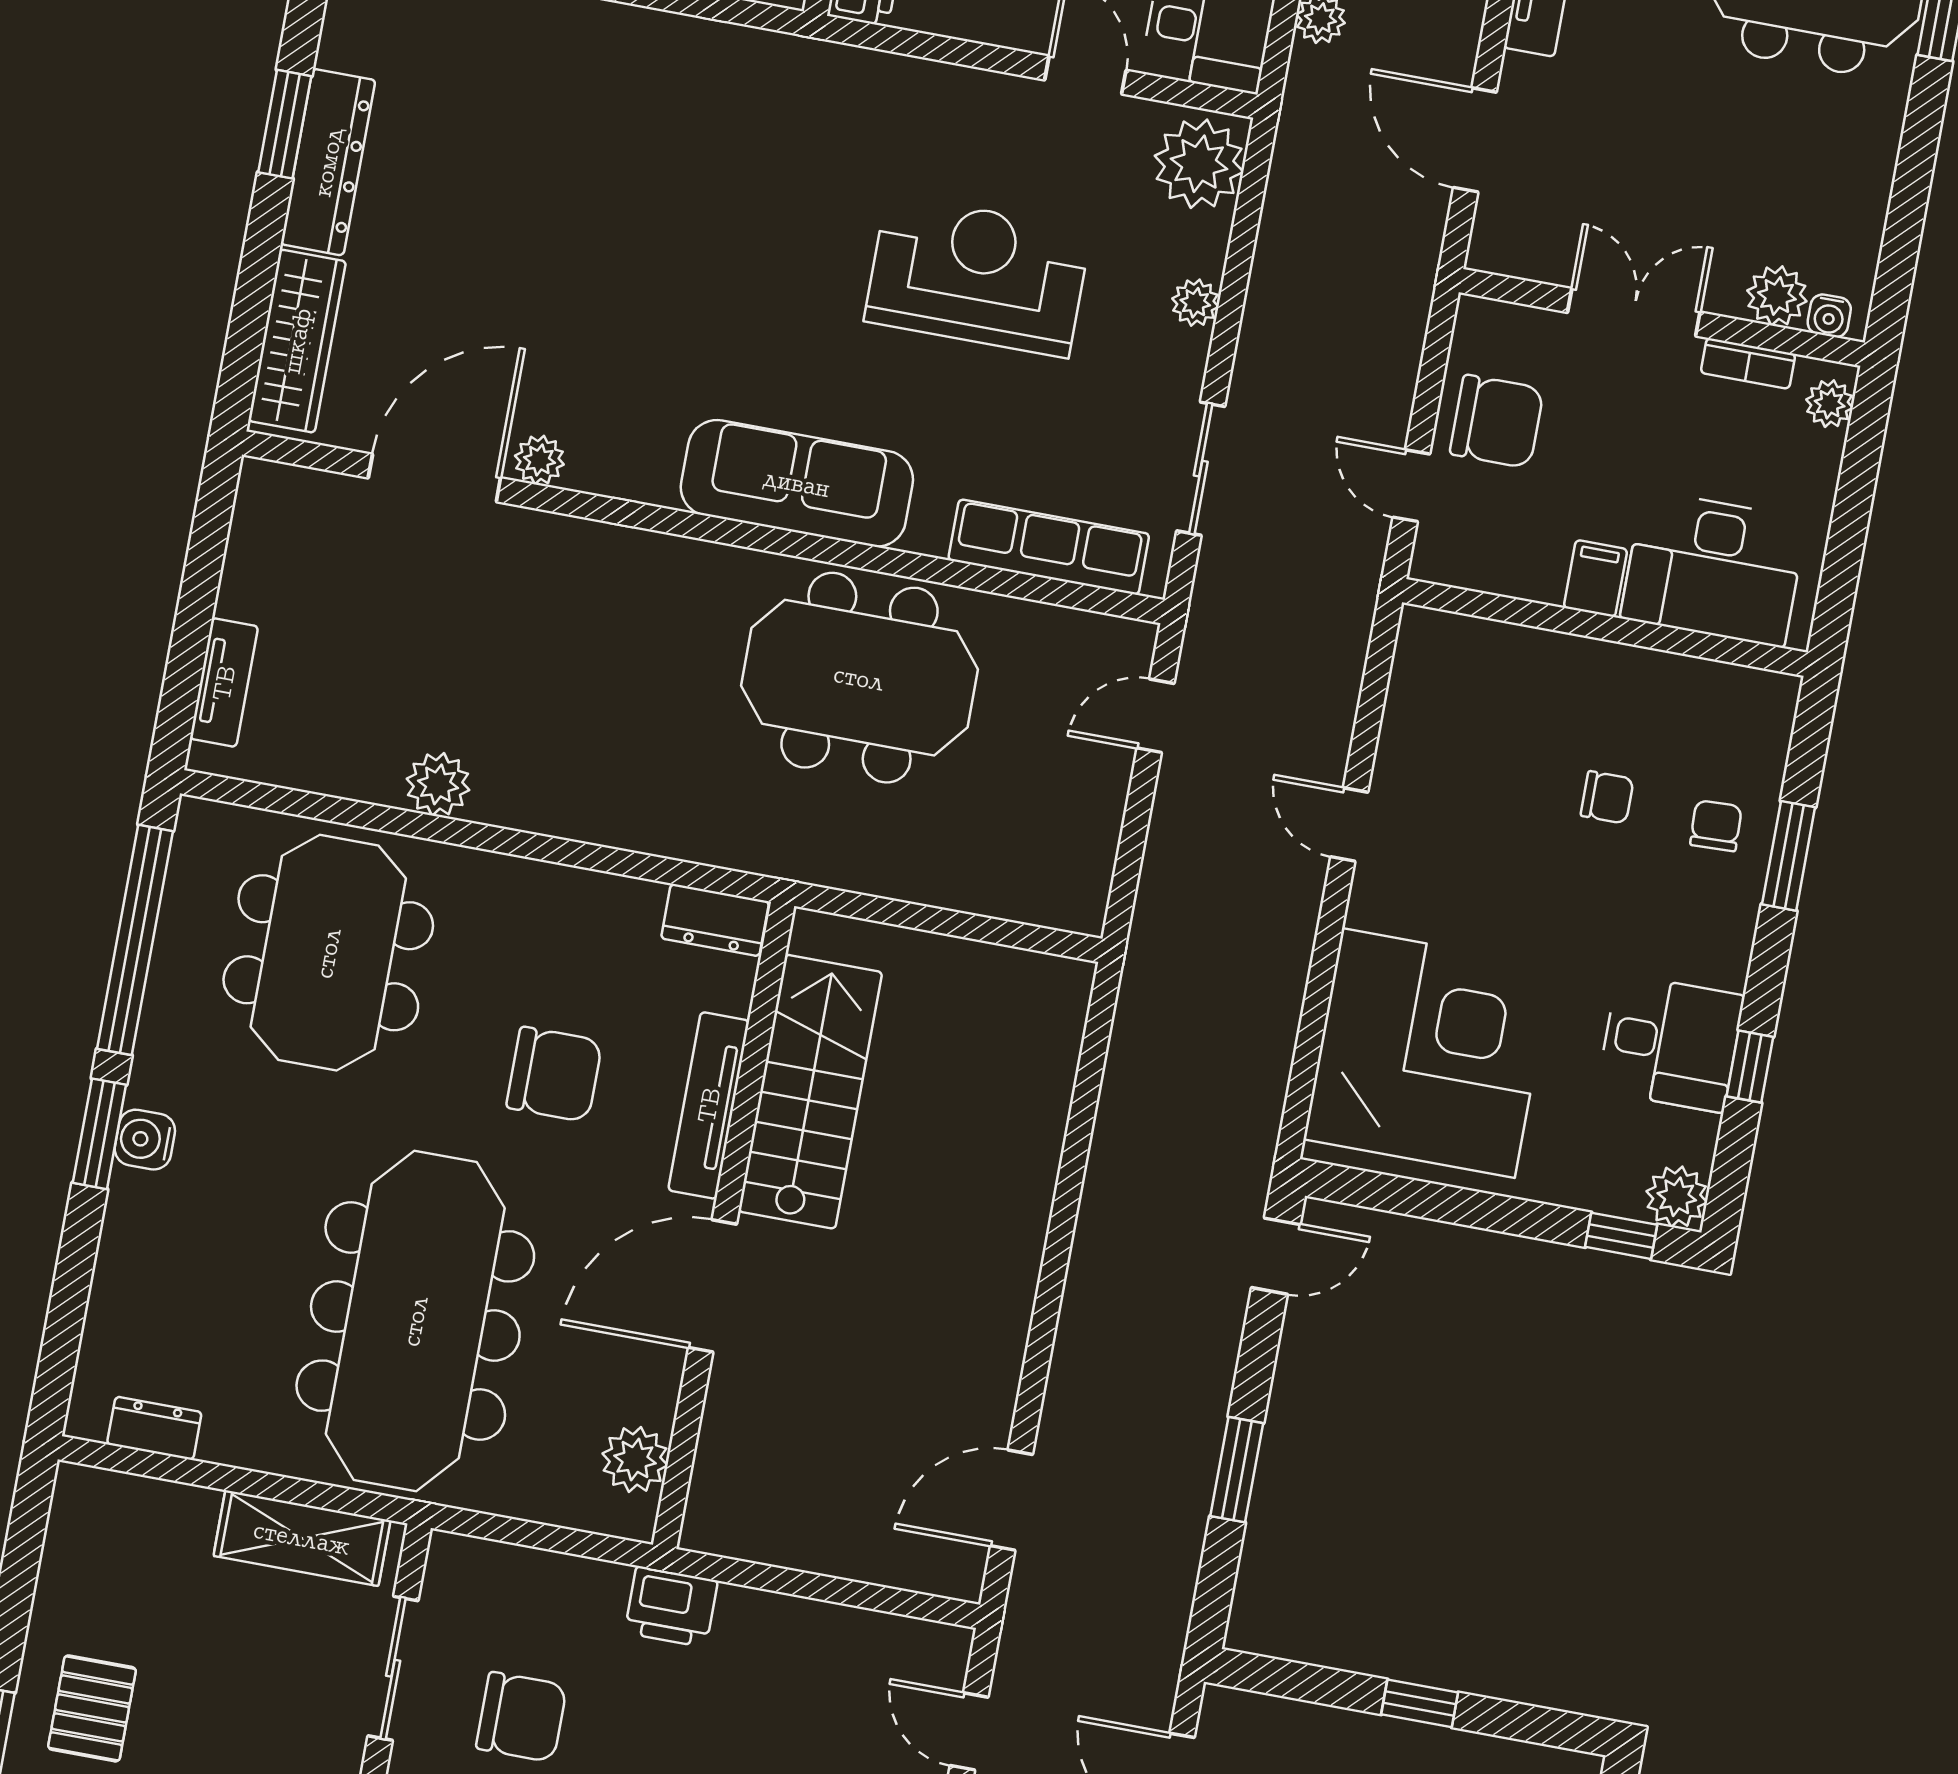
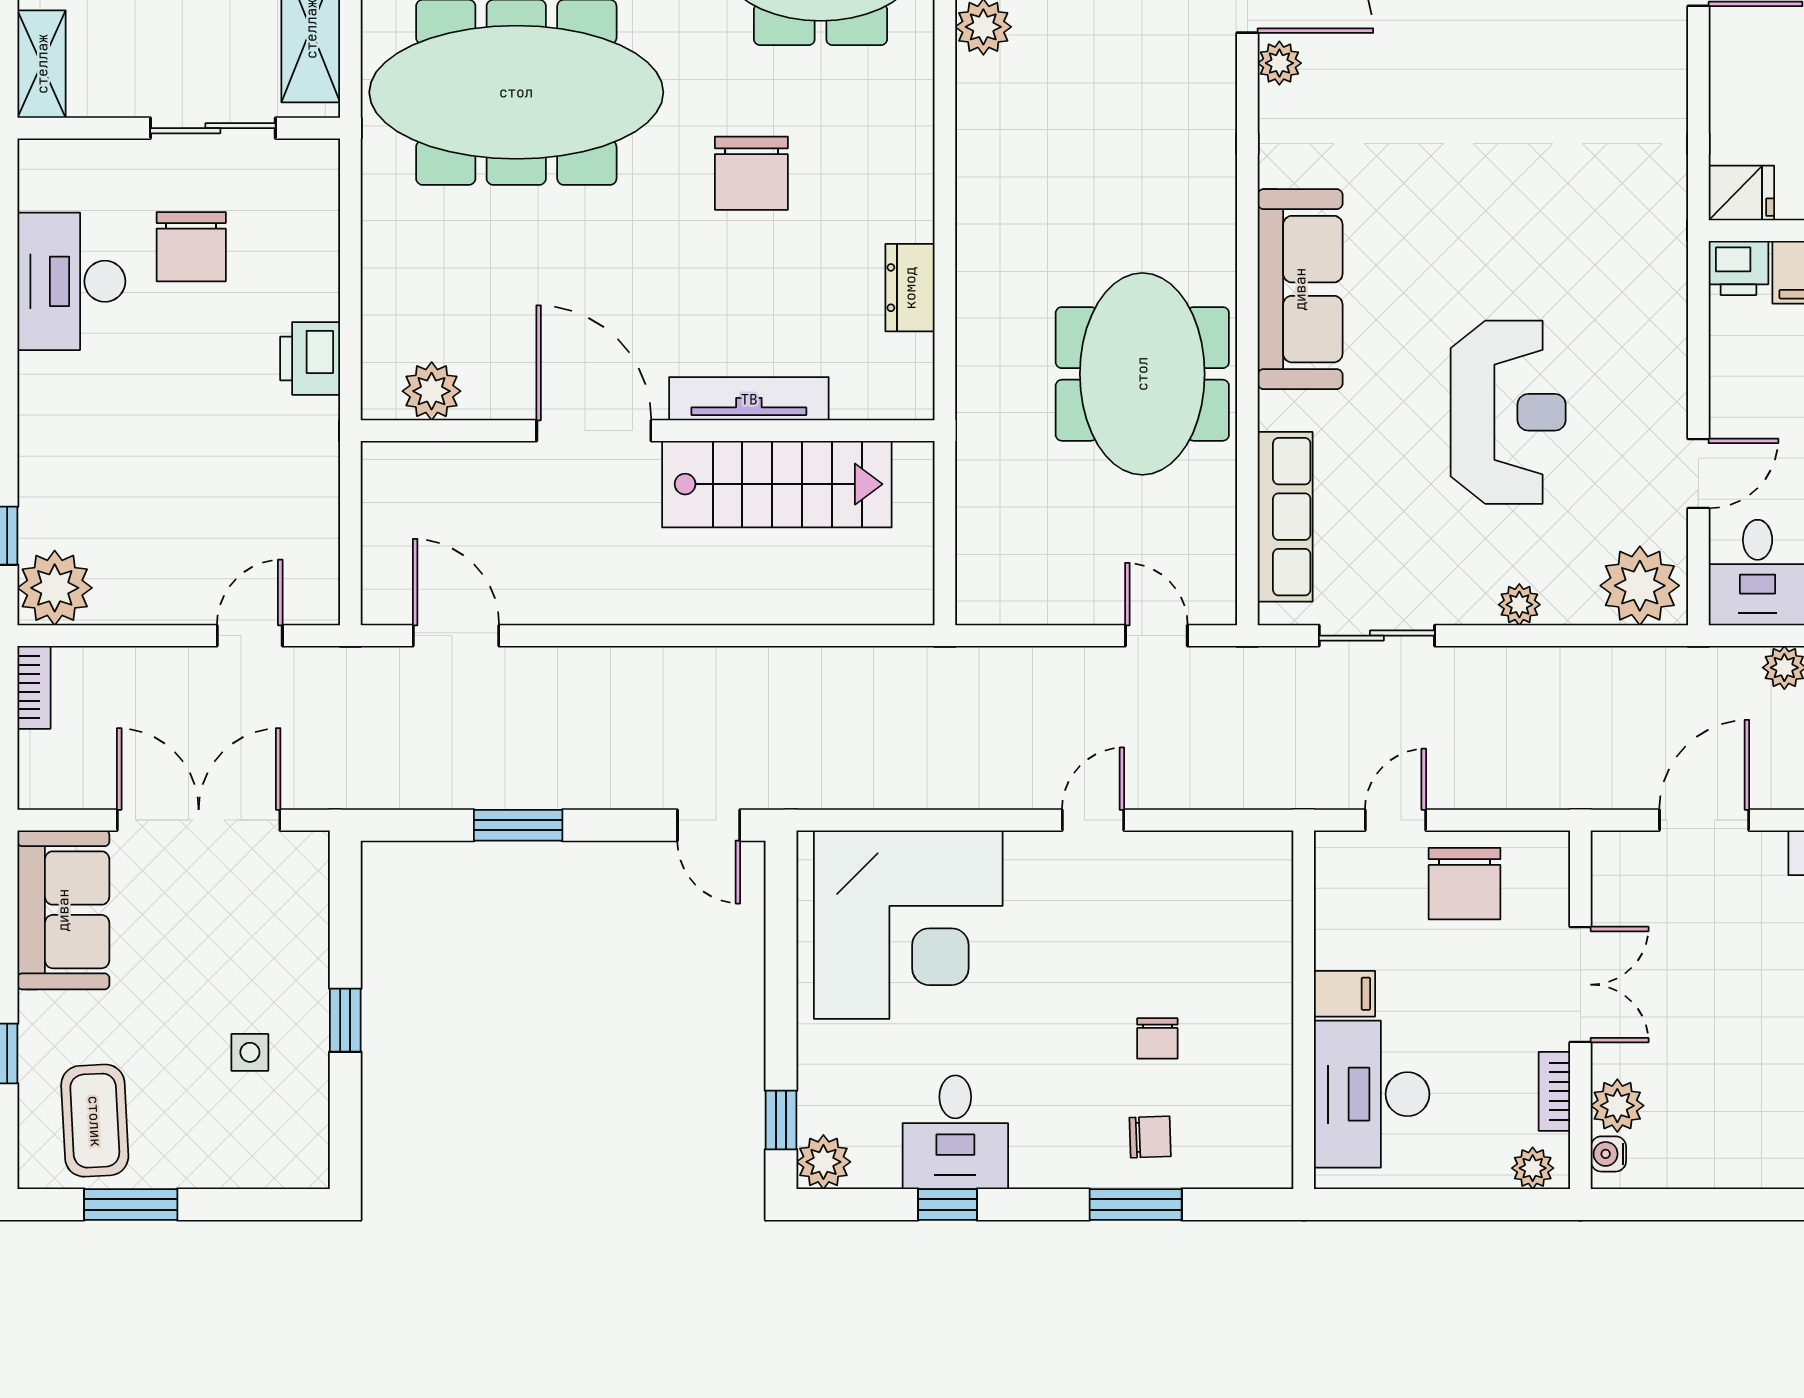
stairs: (810, 1092) -> (777, 484), moved
tv unit: (709, 1105) -> (749, 399), moved
wall: (724, 1225) -> (648, 431), moved
door: (713, 1286) -> (594, 431), moved
plant: (635, 1459) -> (432, 391), moved

